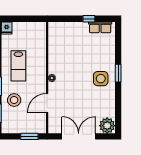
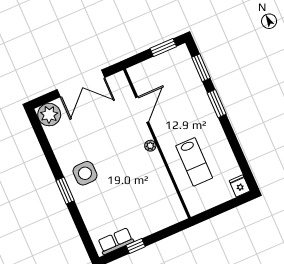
lab bench: (18, 66) -> (194, 162), moved, turned 180
stool: (14, 100) -> (188, 94), removed
window: (29, 136) -> (163, 47), moved

